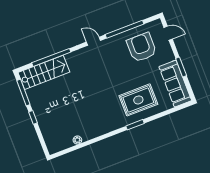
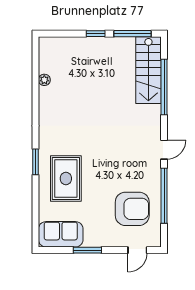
sofa: (175, 84) -> (61, 234), width x0.73

